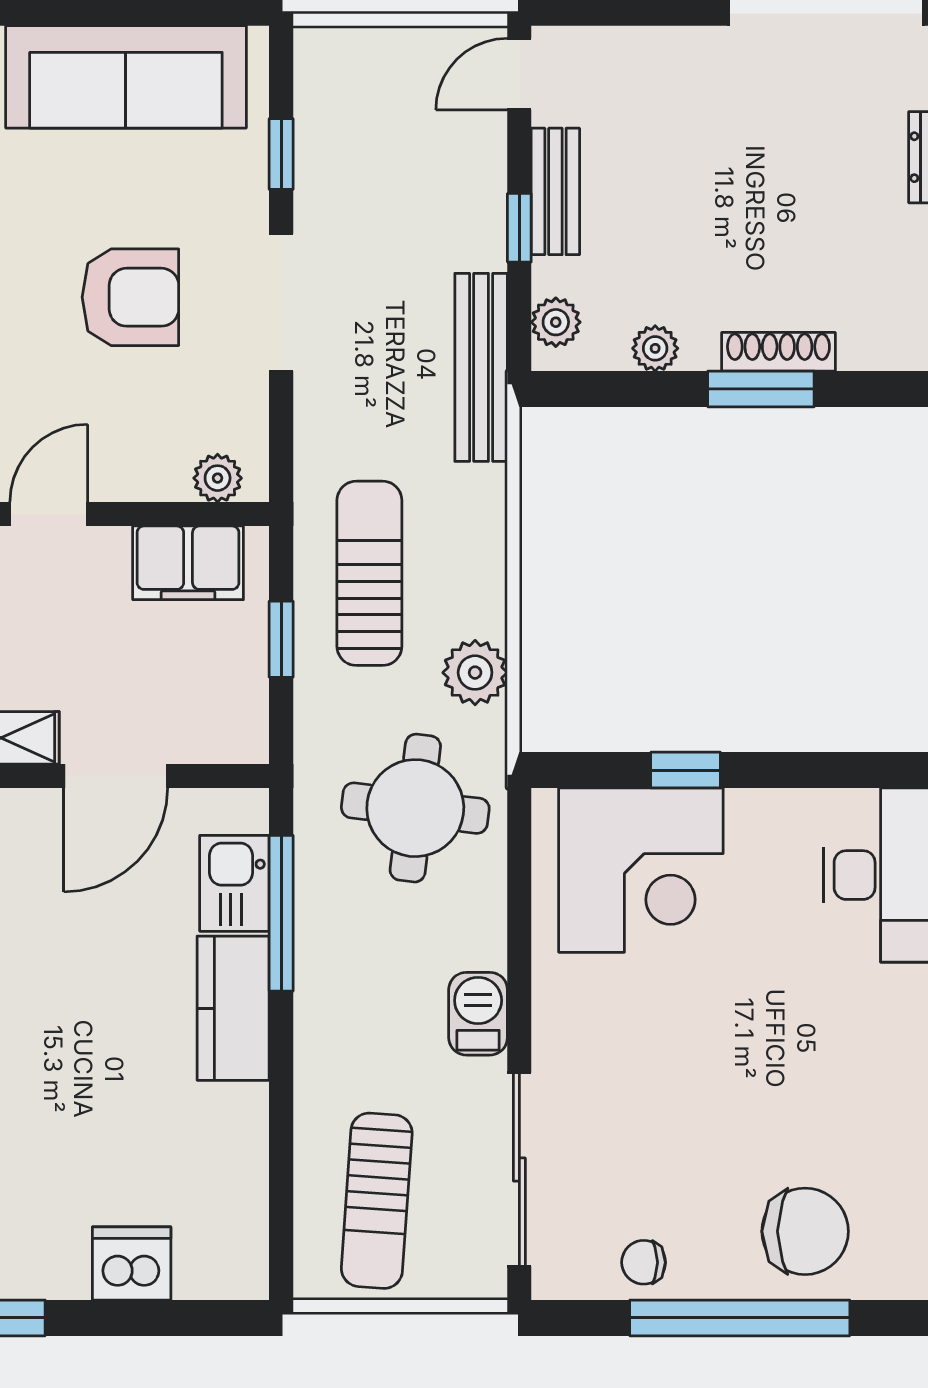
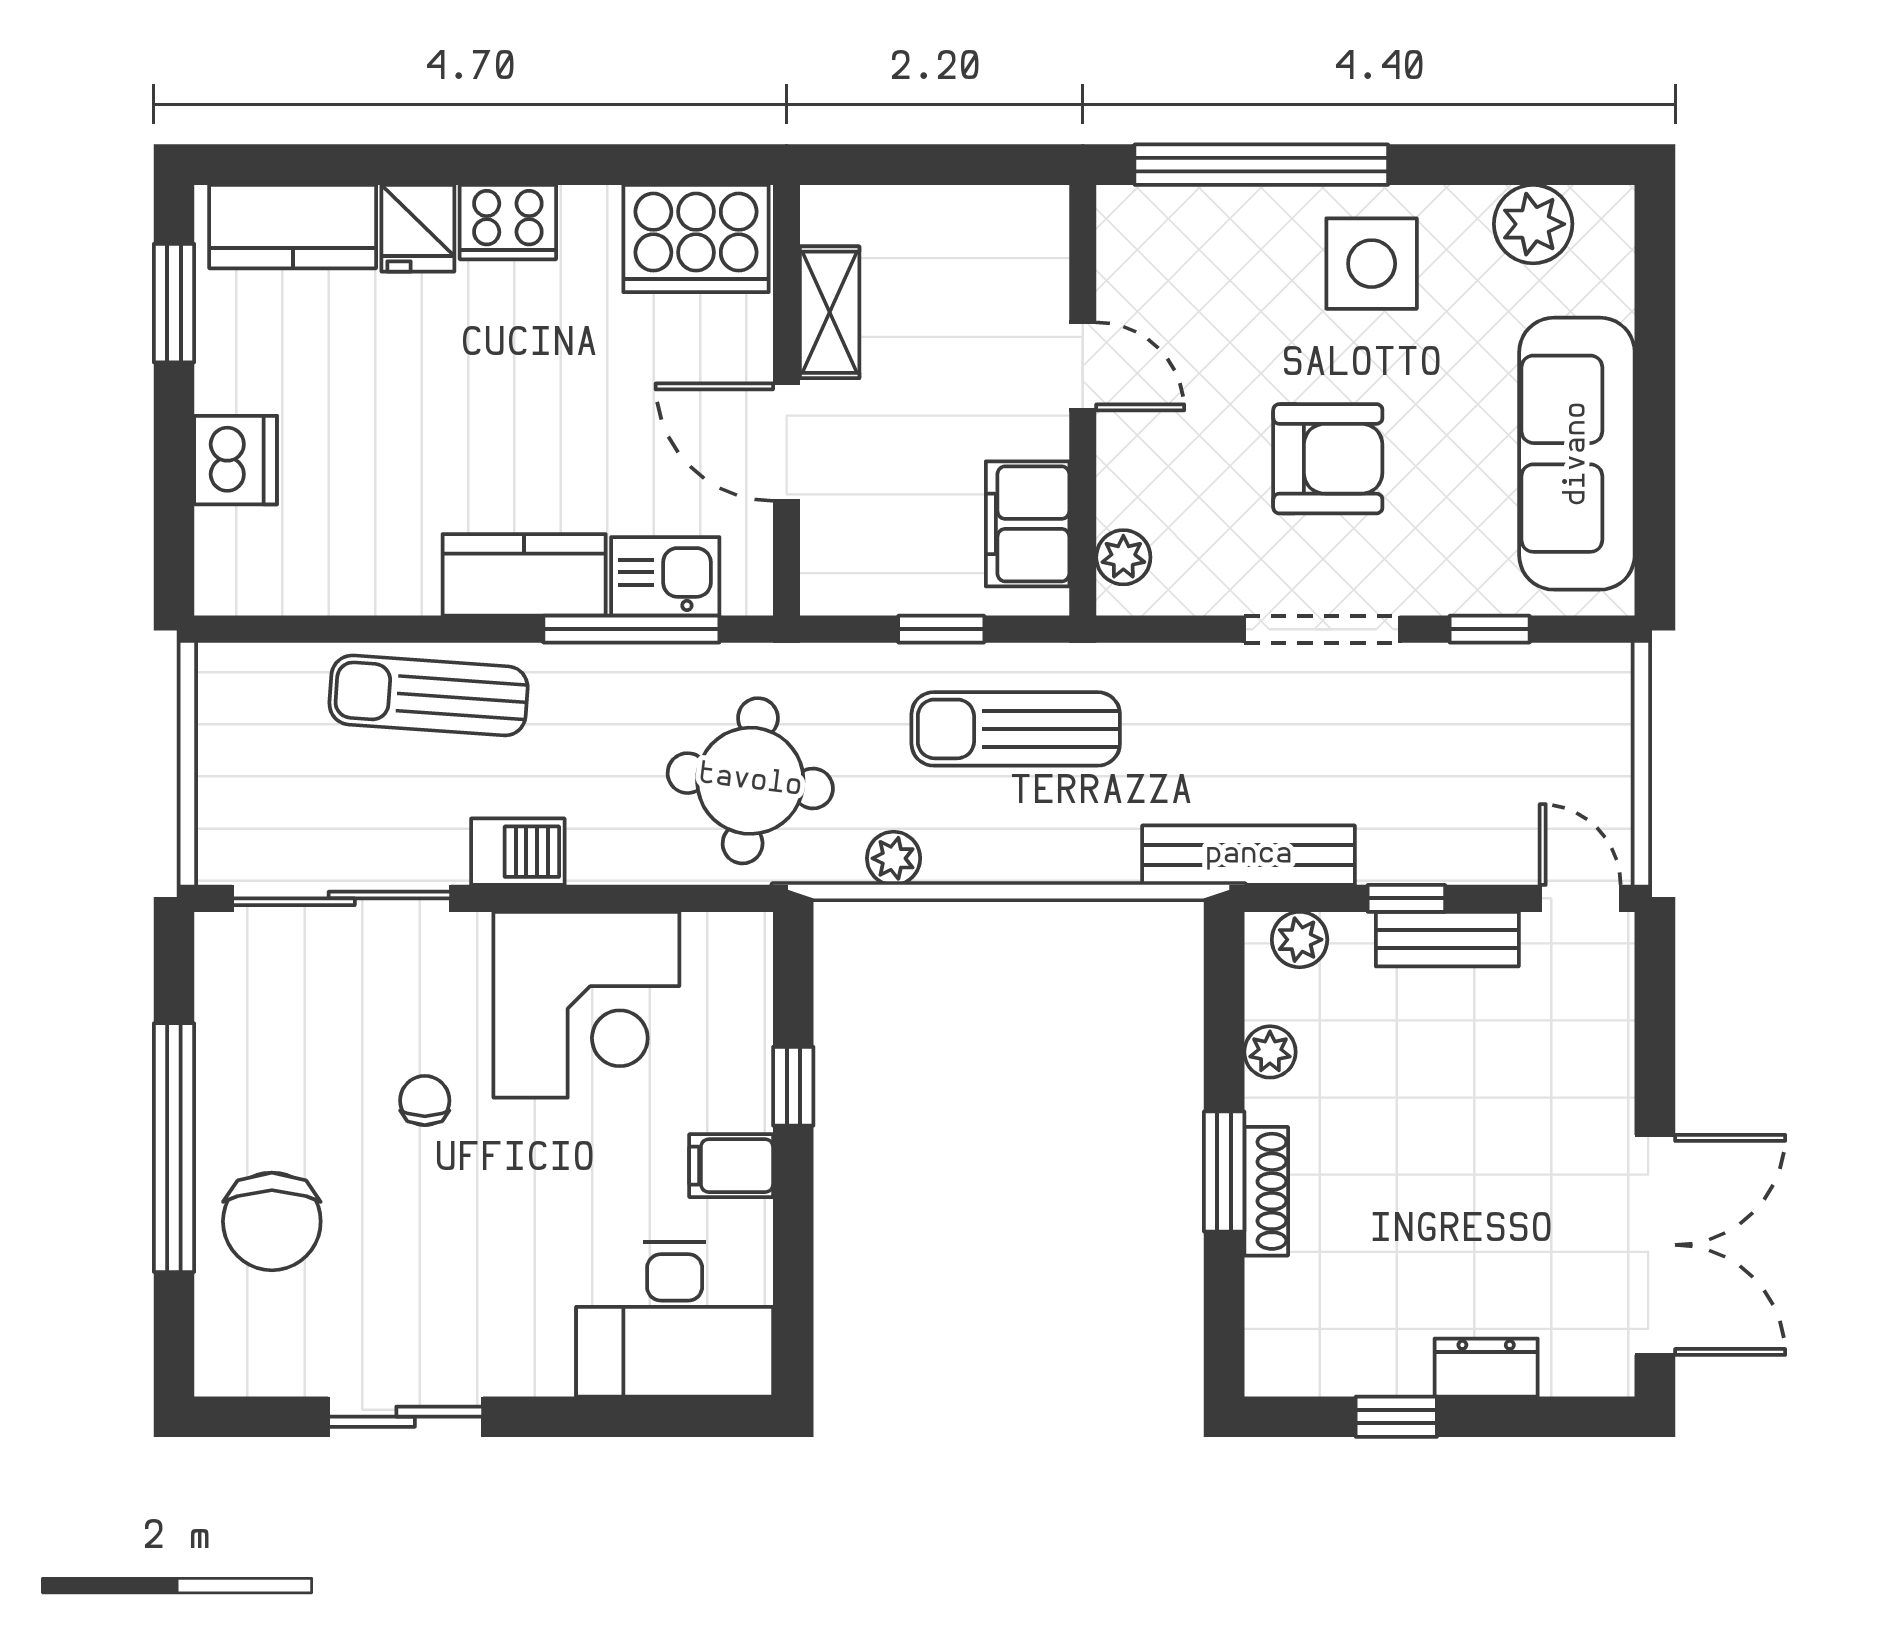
armchair: (130, 297) -> (1328, 459), turned -90
sun lounger: (369, 573) -> (1016, 729), turned 180
plant: (475, 673) -> (894, 858), width x0.73, depth x0.73
filing cabinet: (756, 825) -> (731, 1166), added
corner desk: (641, 870) -> (586, 1005), moved, turned -90
sun lounger: (377, 1201) -> (429, 695), moved
chair: (644, 1262) -> (425, 1101), moved

